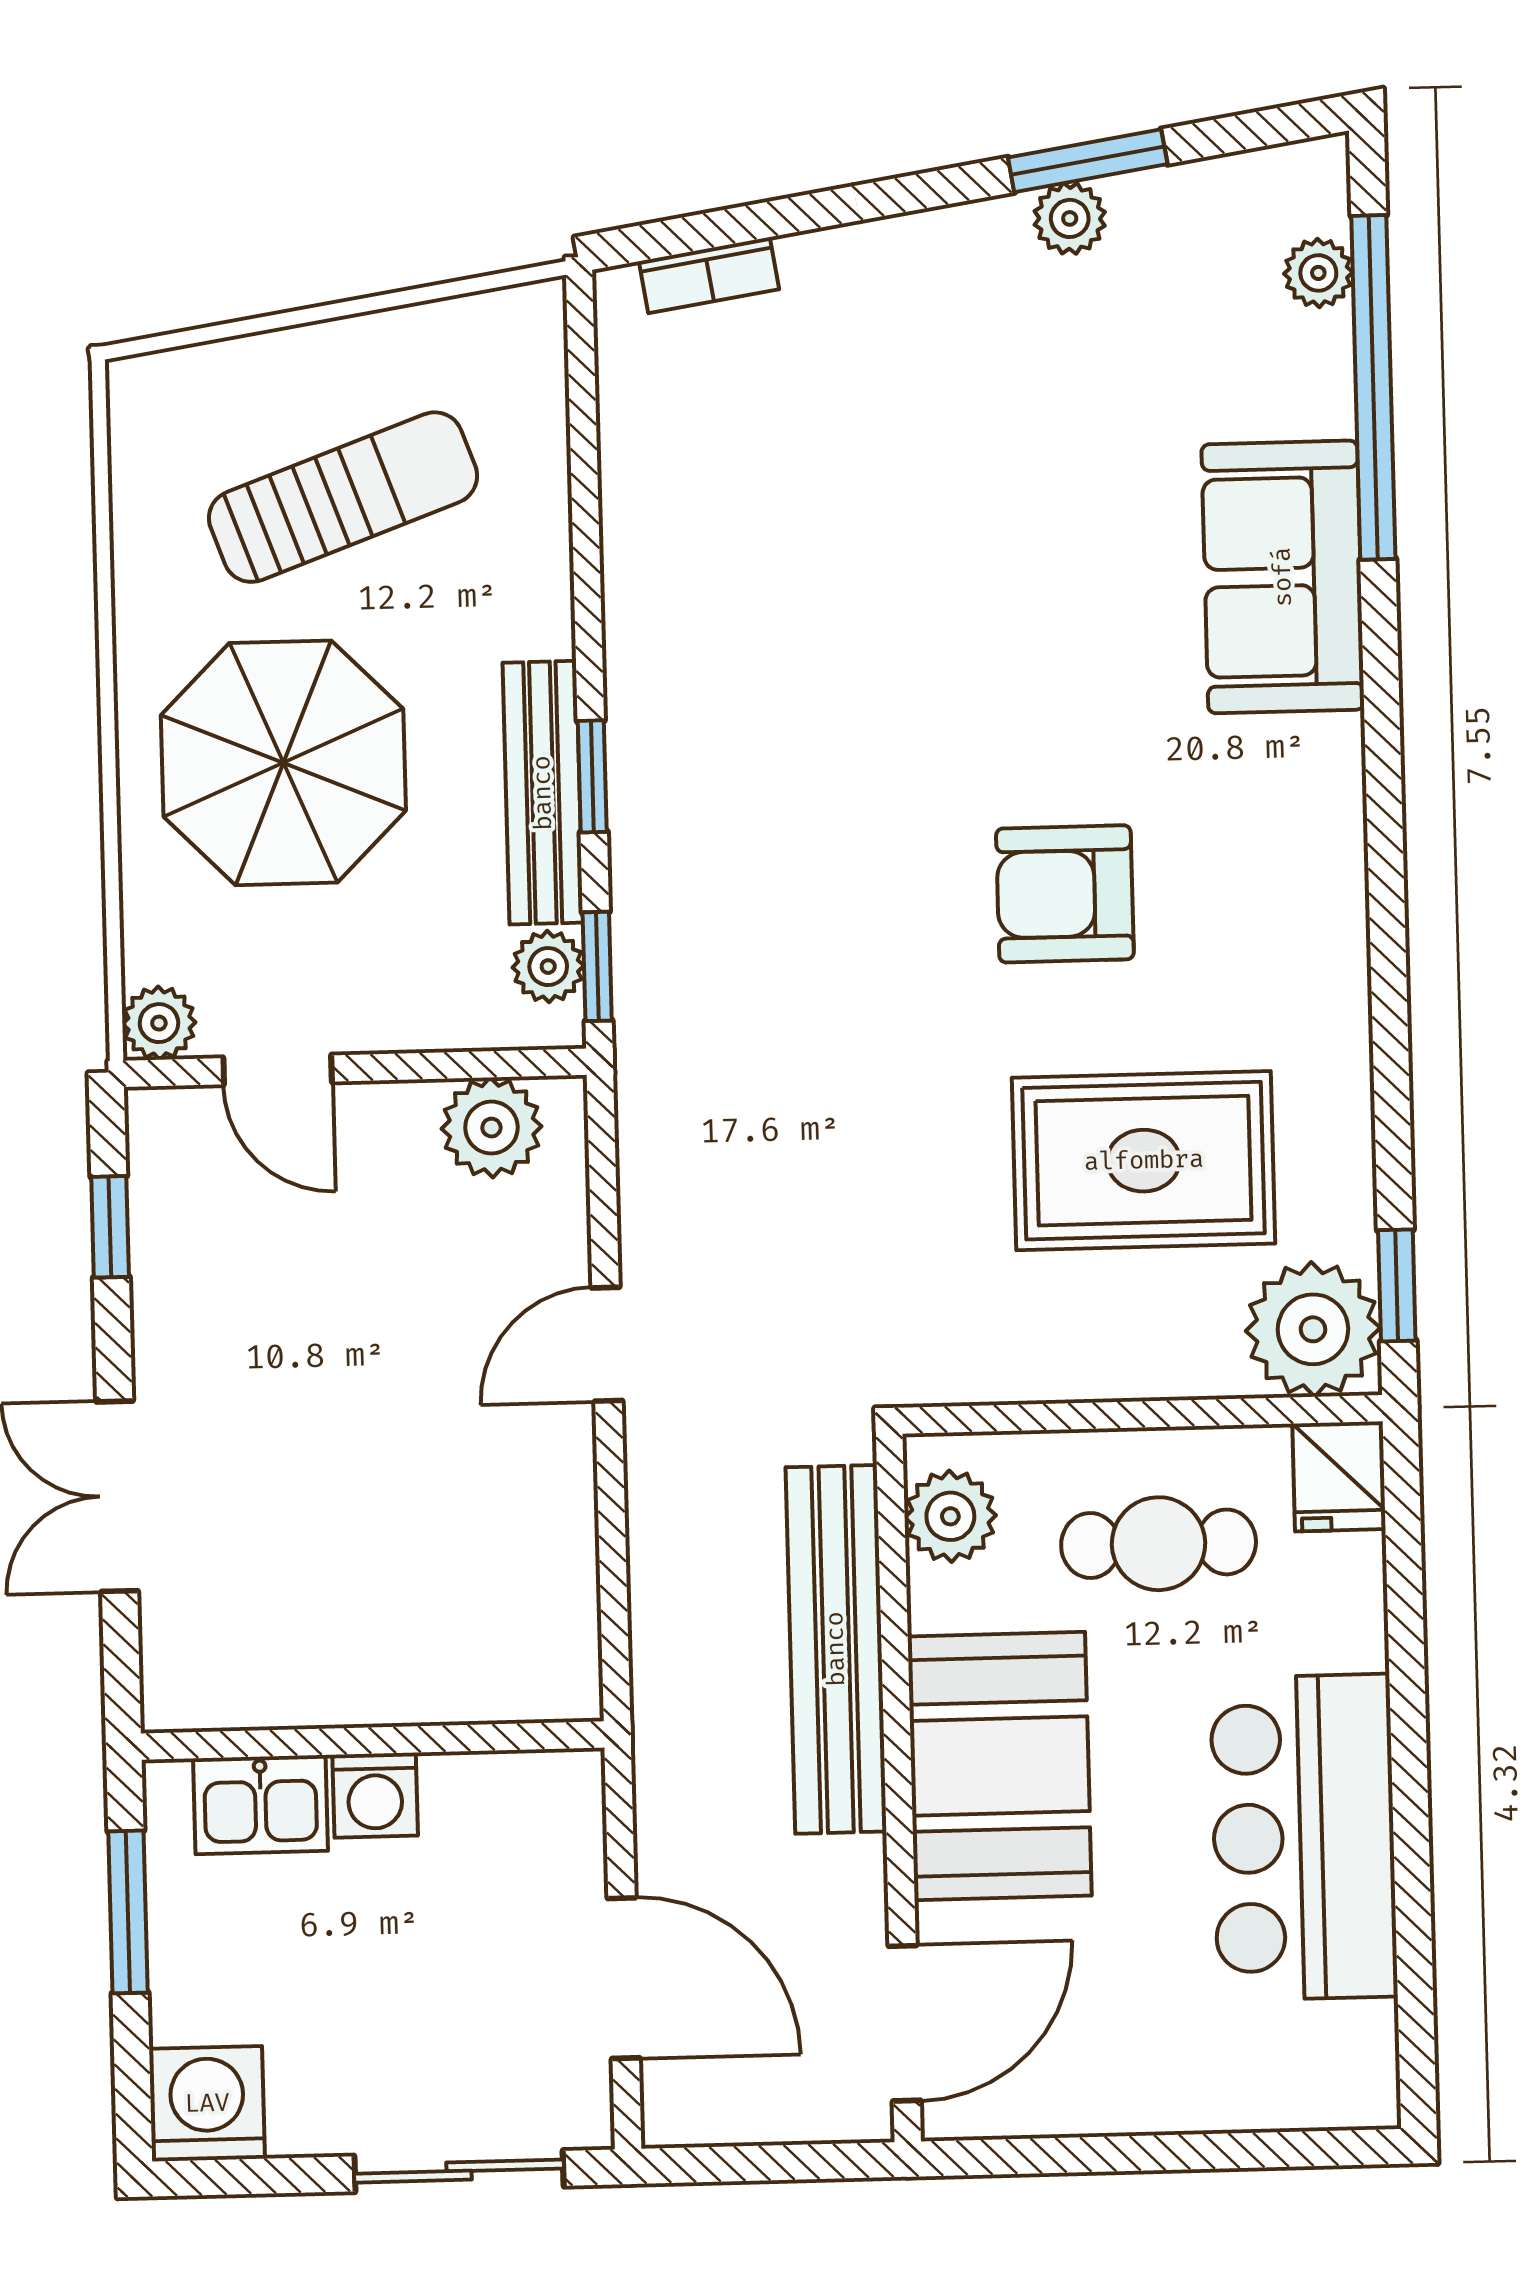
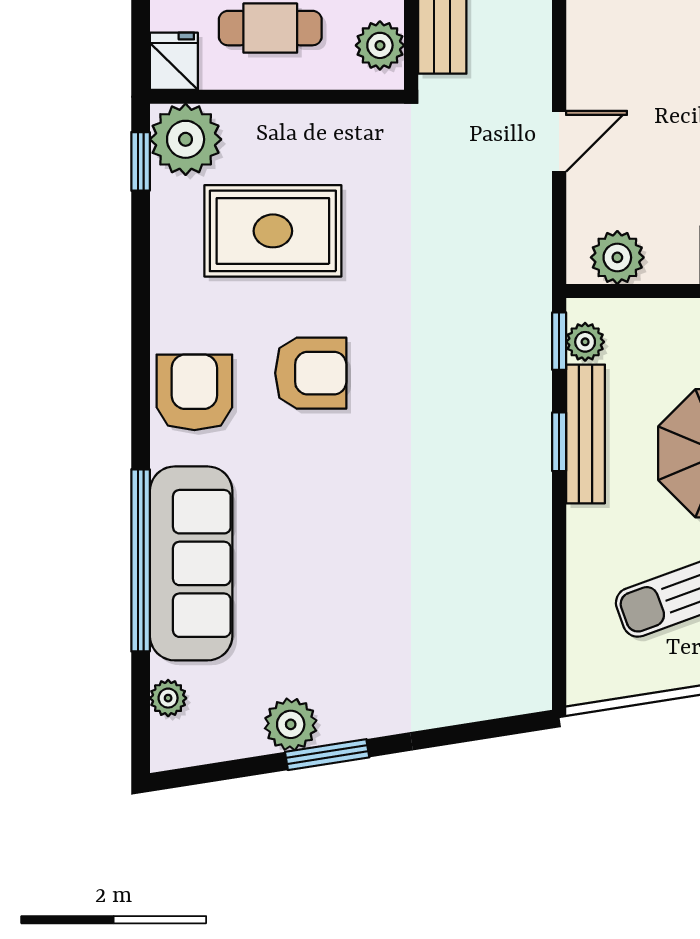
window: (1088, 161) -> (327, 755), moved
plant: (1070, 218) -> (291, 724), width x1.38, depth x1.38
bookcase: (709, 275) -> (490, 705), removed
window: (1373, 387) -> (141, 560), moved
sofa: (1283, 577) -> (191, 563), width x1.36
armchair: (1284, 852) -> (194, 392), added

